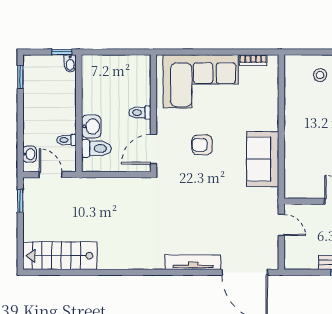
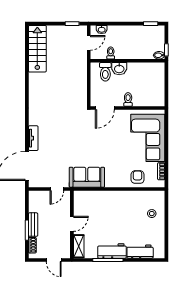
armchair: (202, 145) -> (138, 177), moved
door: (153, 149) -> (105, 108), swing flipped
sofa: (263, 159) -> (87, 177), moved
tv unit: (193, 262) -> (33, 138), width x0.71

